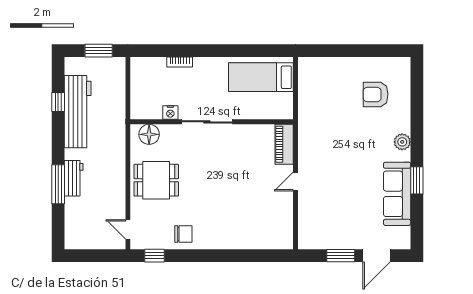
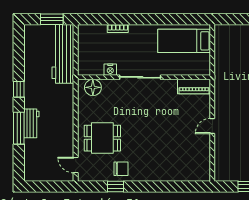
window: (58, 102) -> (19, 89), moved
workbench: (78, 112) -> (63, 54), moved, turned 180
piano: (284, 144) -> (194, 87), moved, turned -90
dining table: (156, 180) -> (102, 138), moved
window: (155, 256) -> (115, 187), moved

